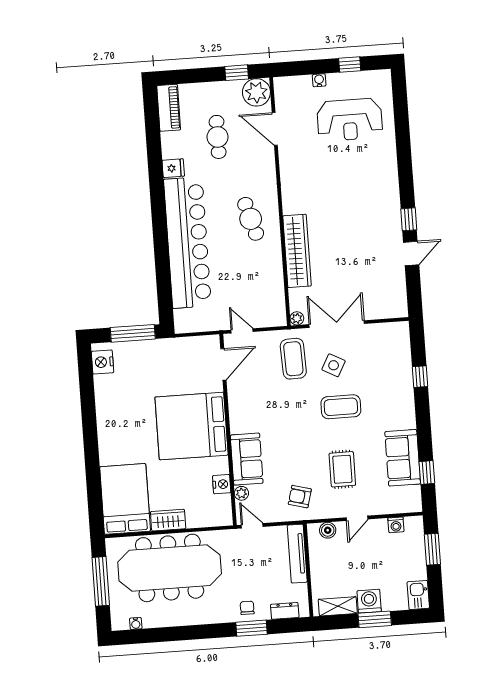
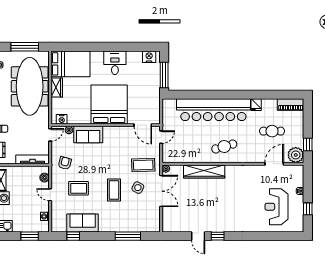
window: (420, 377) -> (128, 236), width x2.17
desk: (117, 421) -> (115, 63), added
nightstand: (222, 484) -> (62, 119), moved

